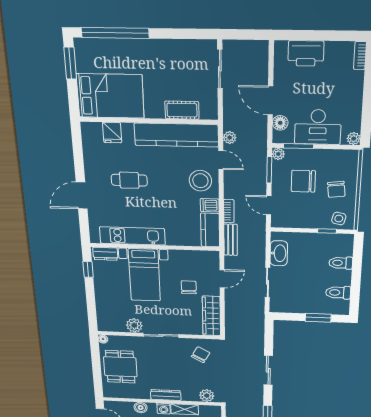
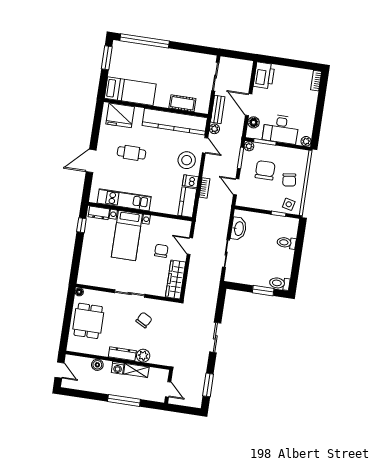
printer: (306, 53) -> (264, 75), moved, turned -90
bed: (110, 96) -> (130, 91), width x0.67
fridge: (112, 133) -> (120, 115), width x1.88, depth x1.34
chair: (303, 181) -> (265, 170), turned 90
bench: (231, 240) -> (218, 109), moved
door: (222, 279) -> (190, 246), swing flipped
toilet: (338, 293) -> (280, 283), moved
plant: (134, 325) -> (109, 282), removed
chair: (201, 355) -> (144, 320), moved
plant: (207, 396) -> (143, 356), moved

